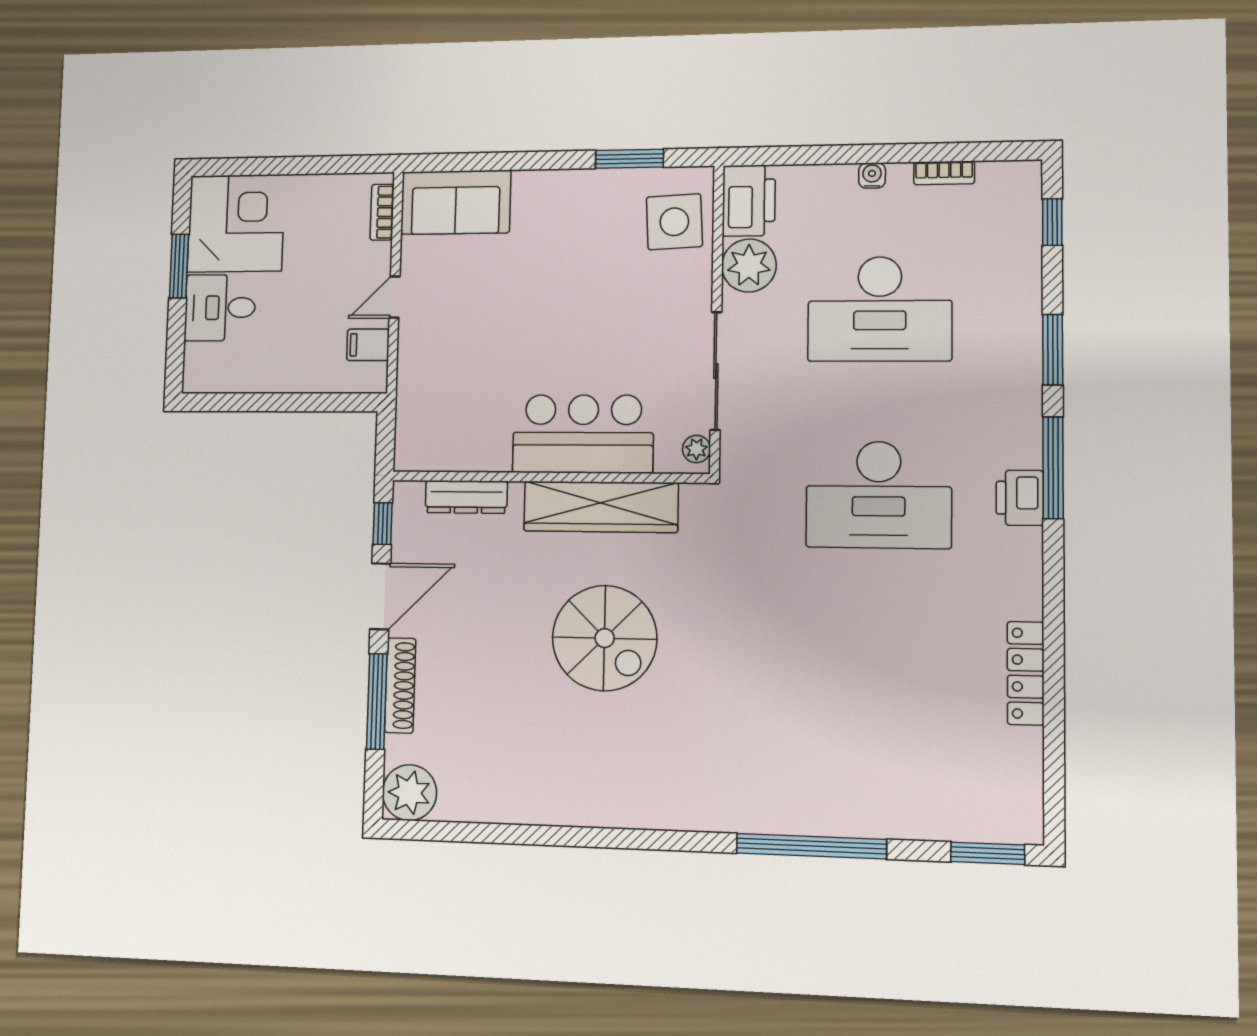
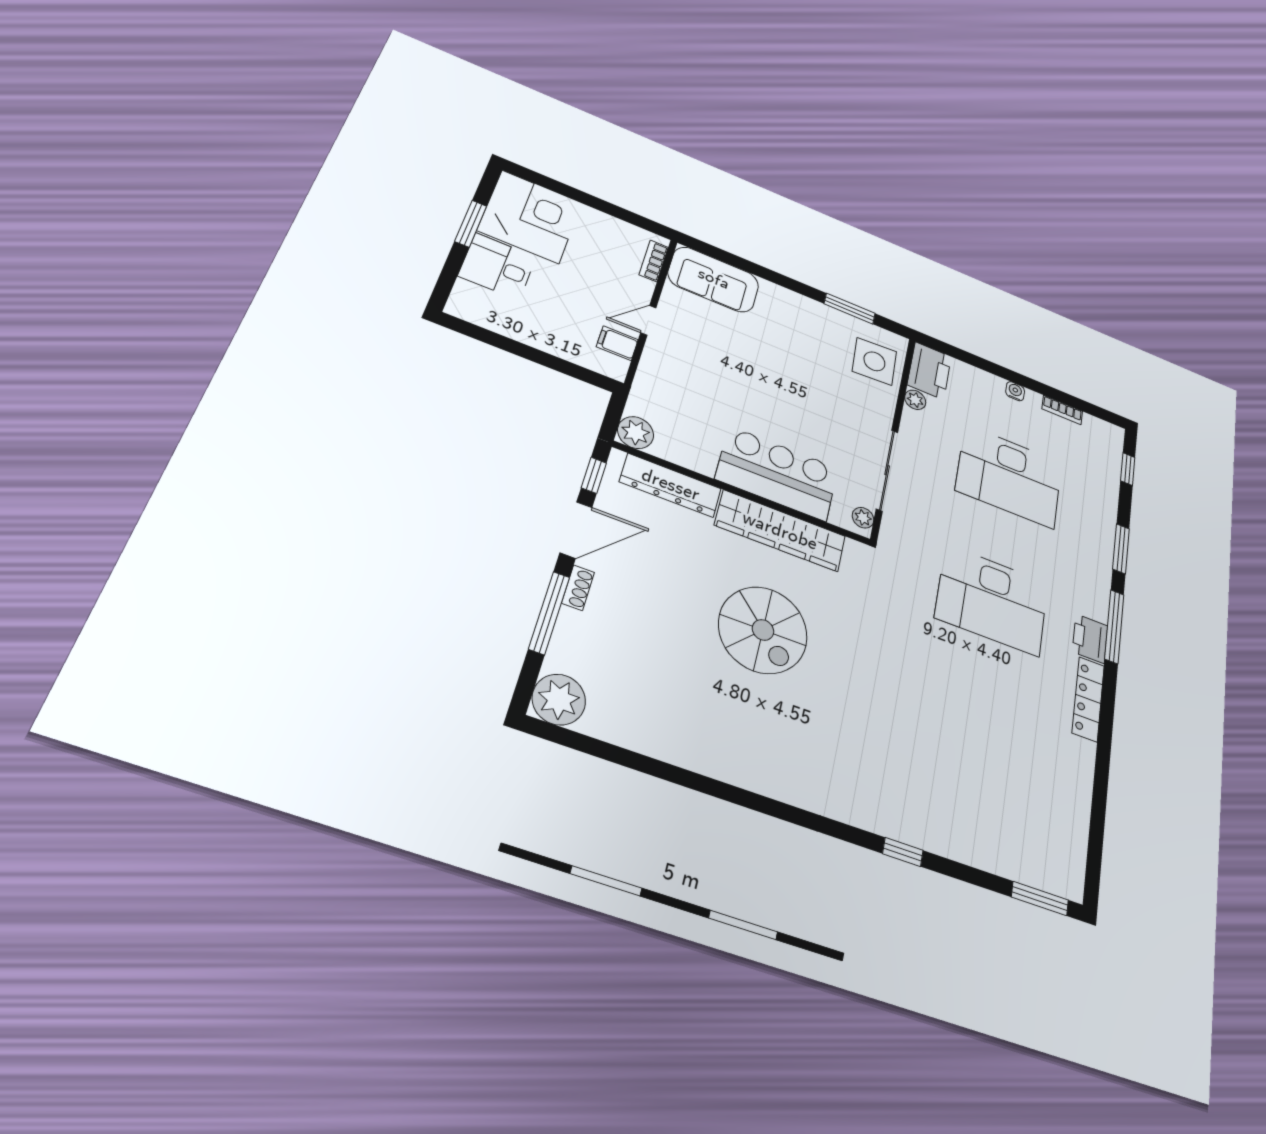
plant: (749, 266) -> (915, 400), width x0.53, depth x0.53
plant: (414, 451) -> (636, 433), added
dresser: (466, 497) -> (671, 485), width x1.37, depth x1.24
locker: (1026, 673) -> (1088, 699), moved
shoe rack: (400, 685) -> (578, 588), width x0.51, depth x0.81
window: (811, 846) -> (903, 852), width x0.32

